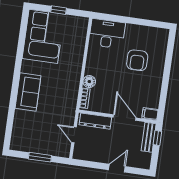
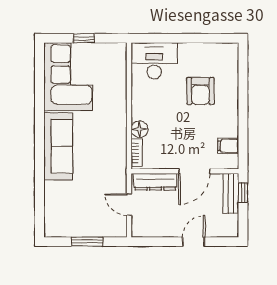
sofa: (28, 92) -> (58, 146), width x1.36
filing cabinet: (150, 114) -> (228, 146), moved
door: (125, 118) -> (194, 171), swing flipped

